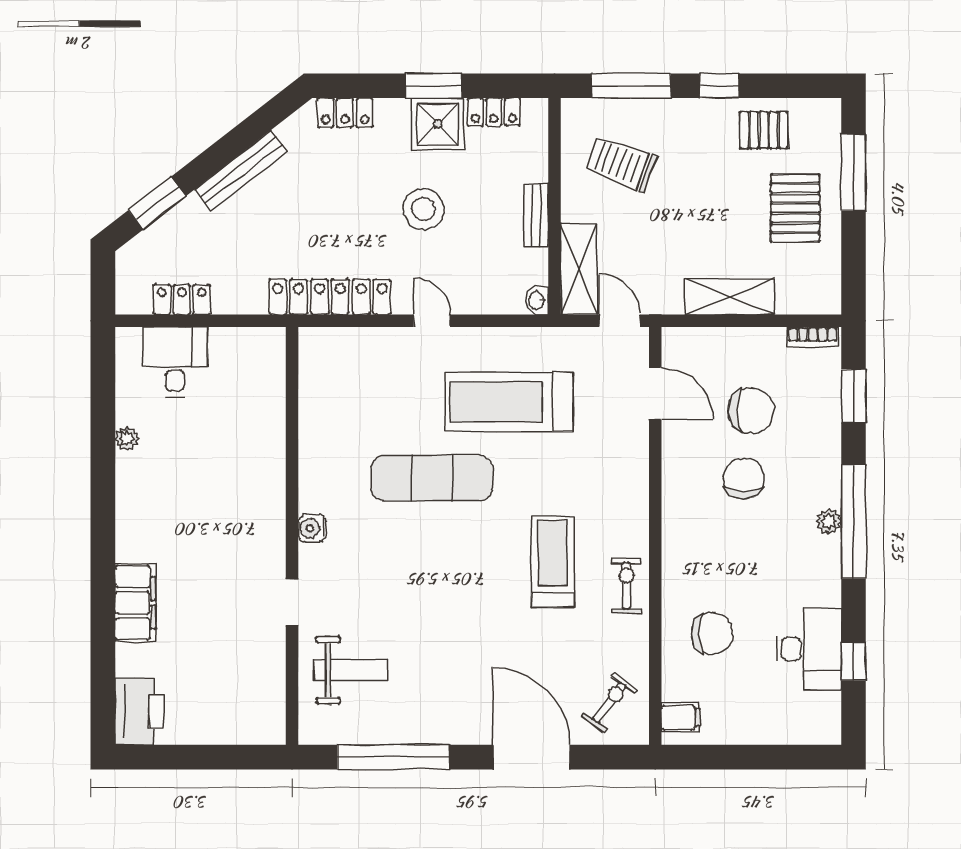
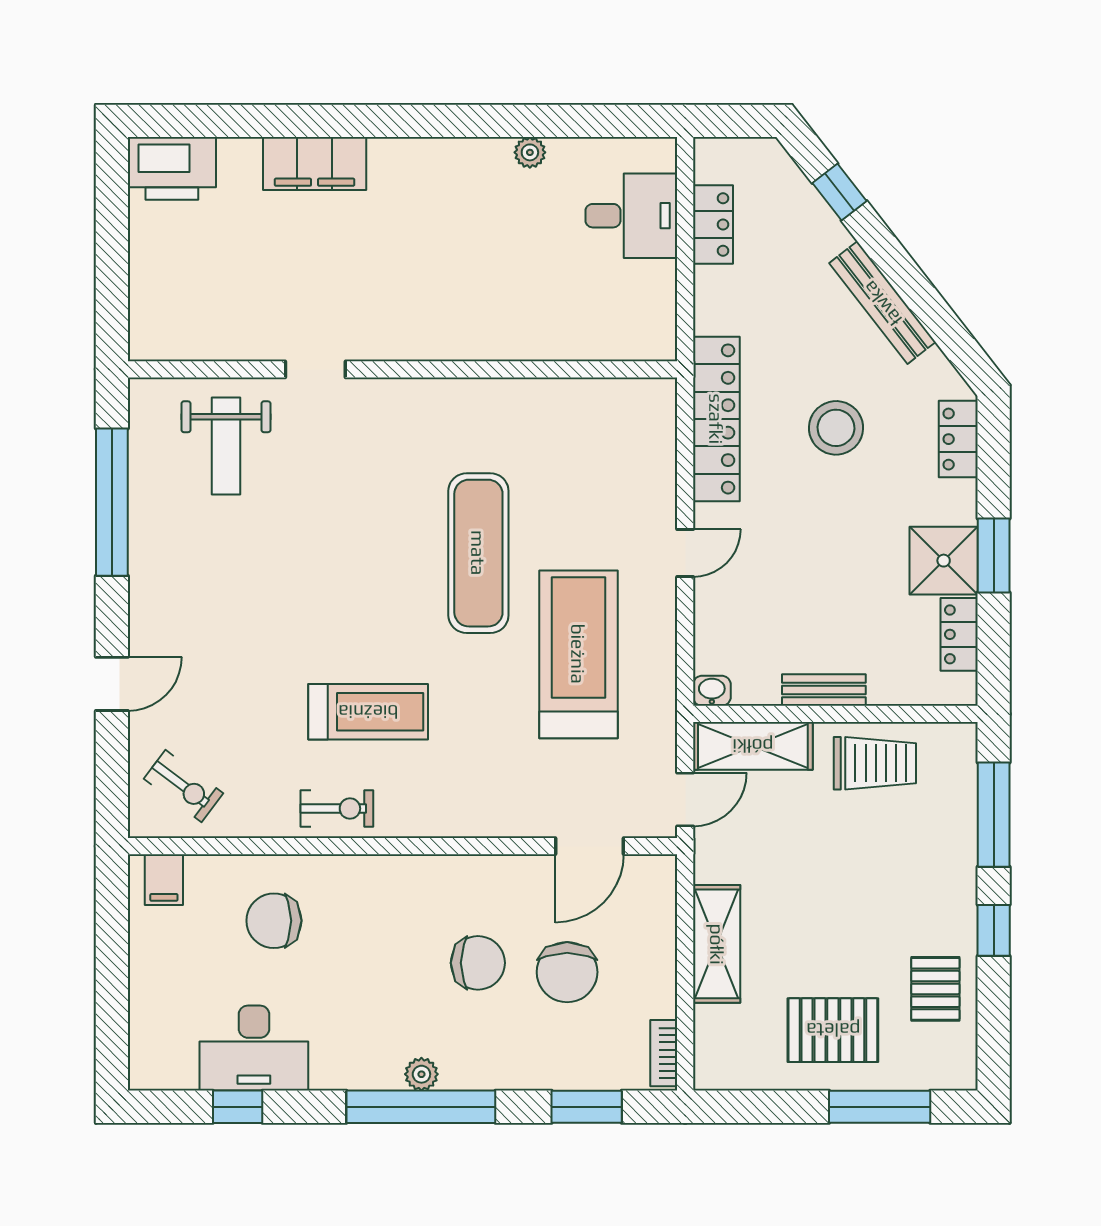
trolley: (621, 164) -> (875, 763), moved, turned 70
window: (157, 203) -> (839, 192), width x0.67
stool: (423, 209) -> (836, 428), moved
water cooler: (312, 528) -> (412, 396), removed
chair: (712, 634) -> (274, 921), turned 90
door: (531, 757) -> (112, 684), width x0.53

